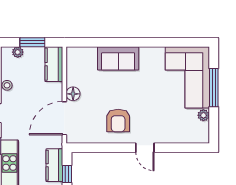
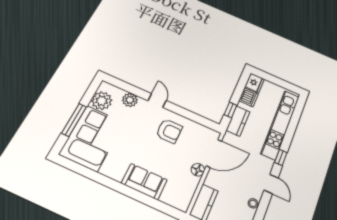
plant: (203, 115) -> (102, 101), width x1.88, depth x1.88
armchair: (118, 121) -> (169, 131), turned 90
plant: (172, 135) -> (130, 100), added

